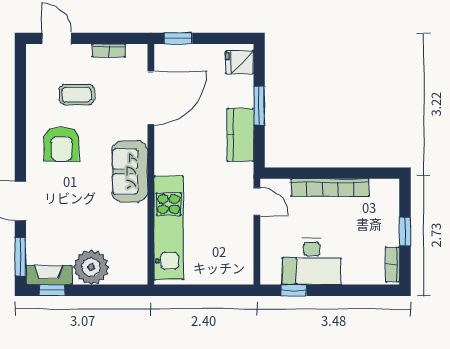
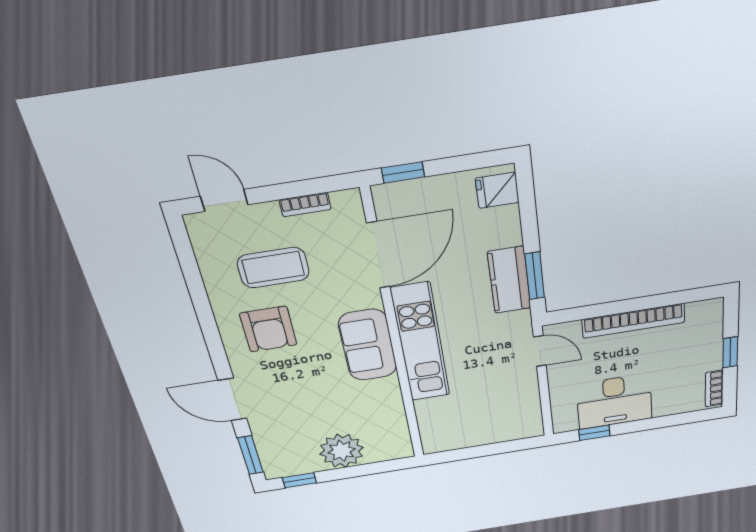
coffee table: (77, 95) -> (273, 268), width x1.36, depth x1.30
window: (259, 105) -> (535, 276), moved
kitchen unit: (169, 228) -> (421, 343), moved
fireplace: (49, 275) -> (291, 467), removed

